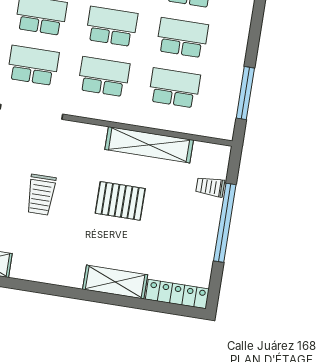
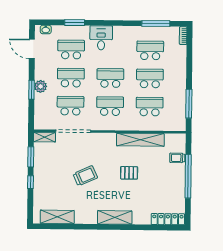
trolley: (41, 195) -> (85, 176), turned -114
pallet: (120, 201) -> (129, 173), width x0.67, depth x0.71
shelving: (115, 282) -> (115, 217), moved

